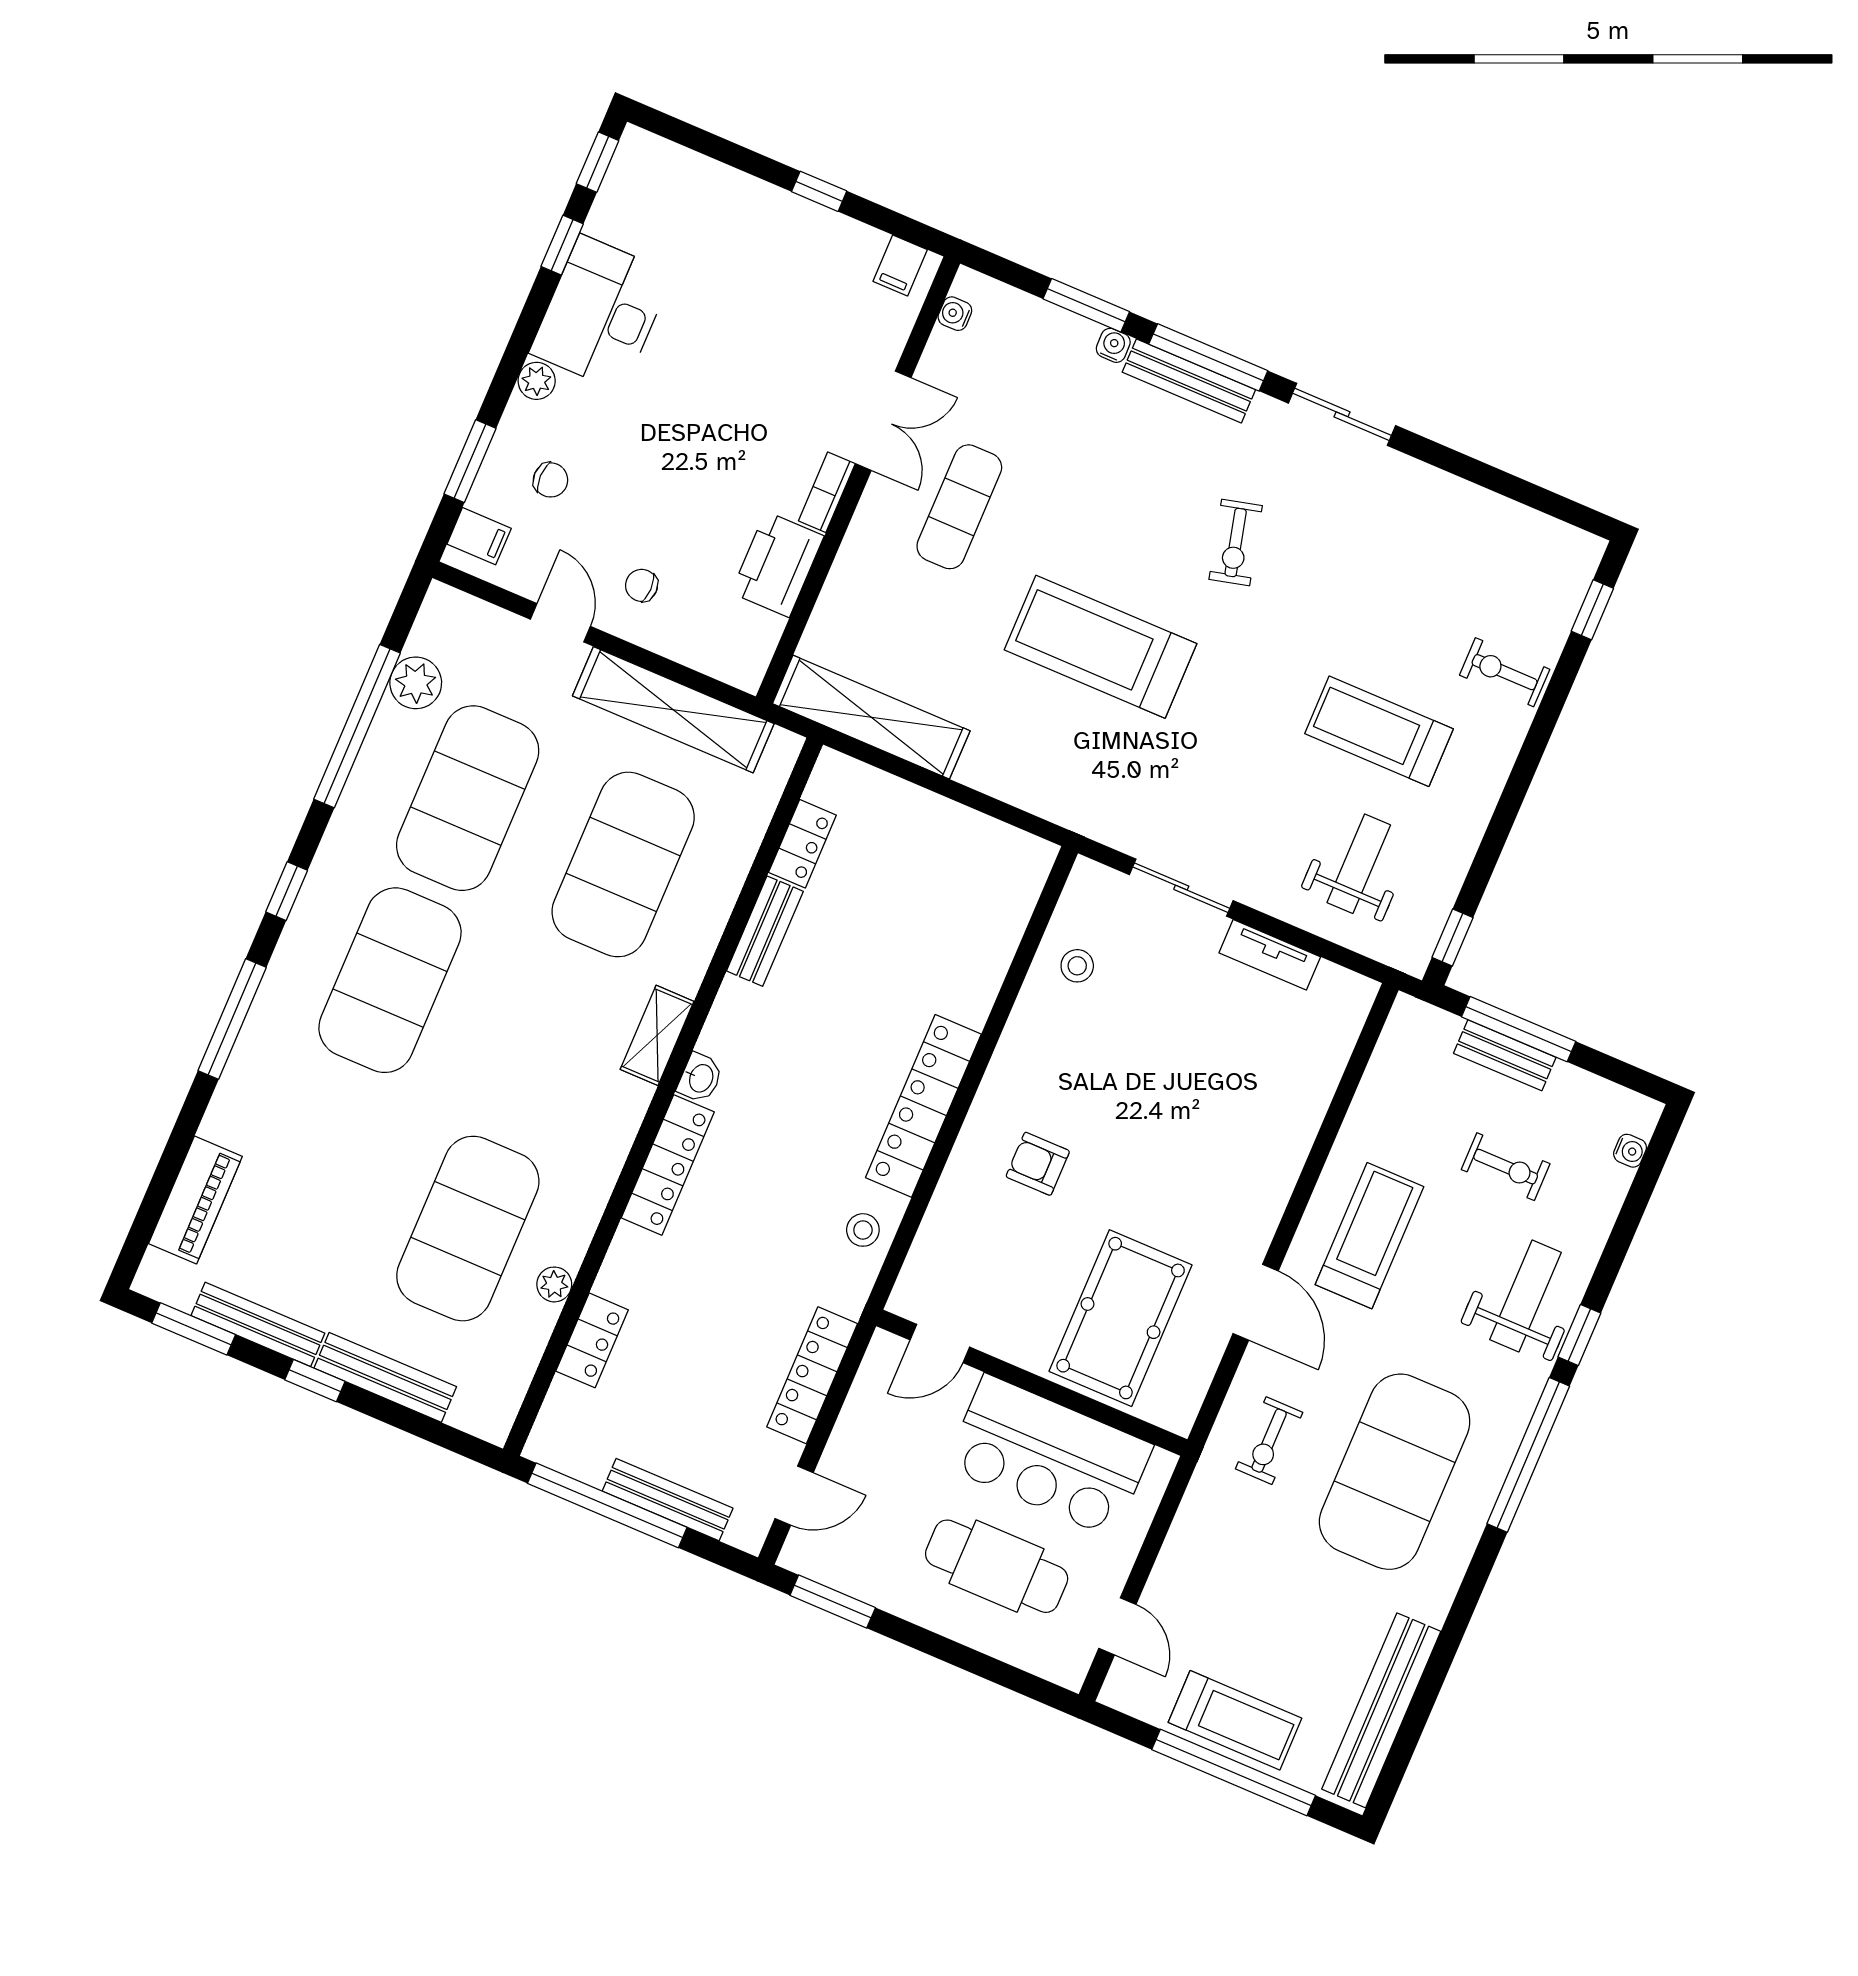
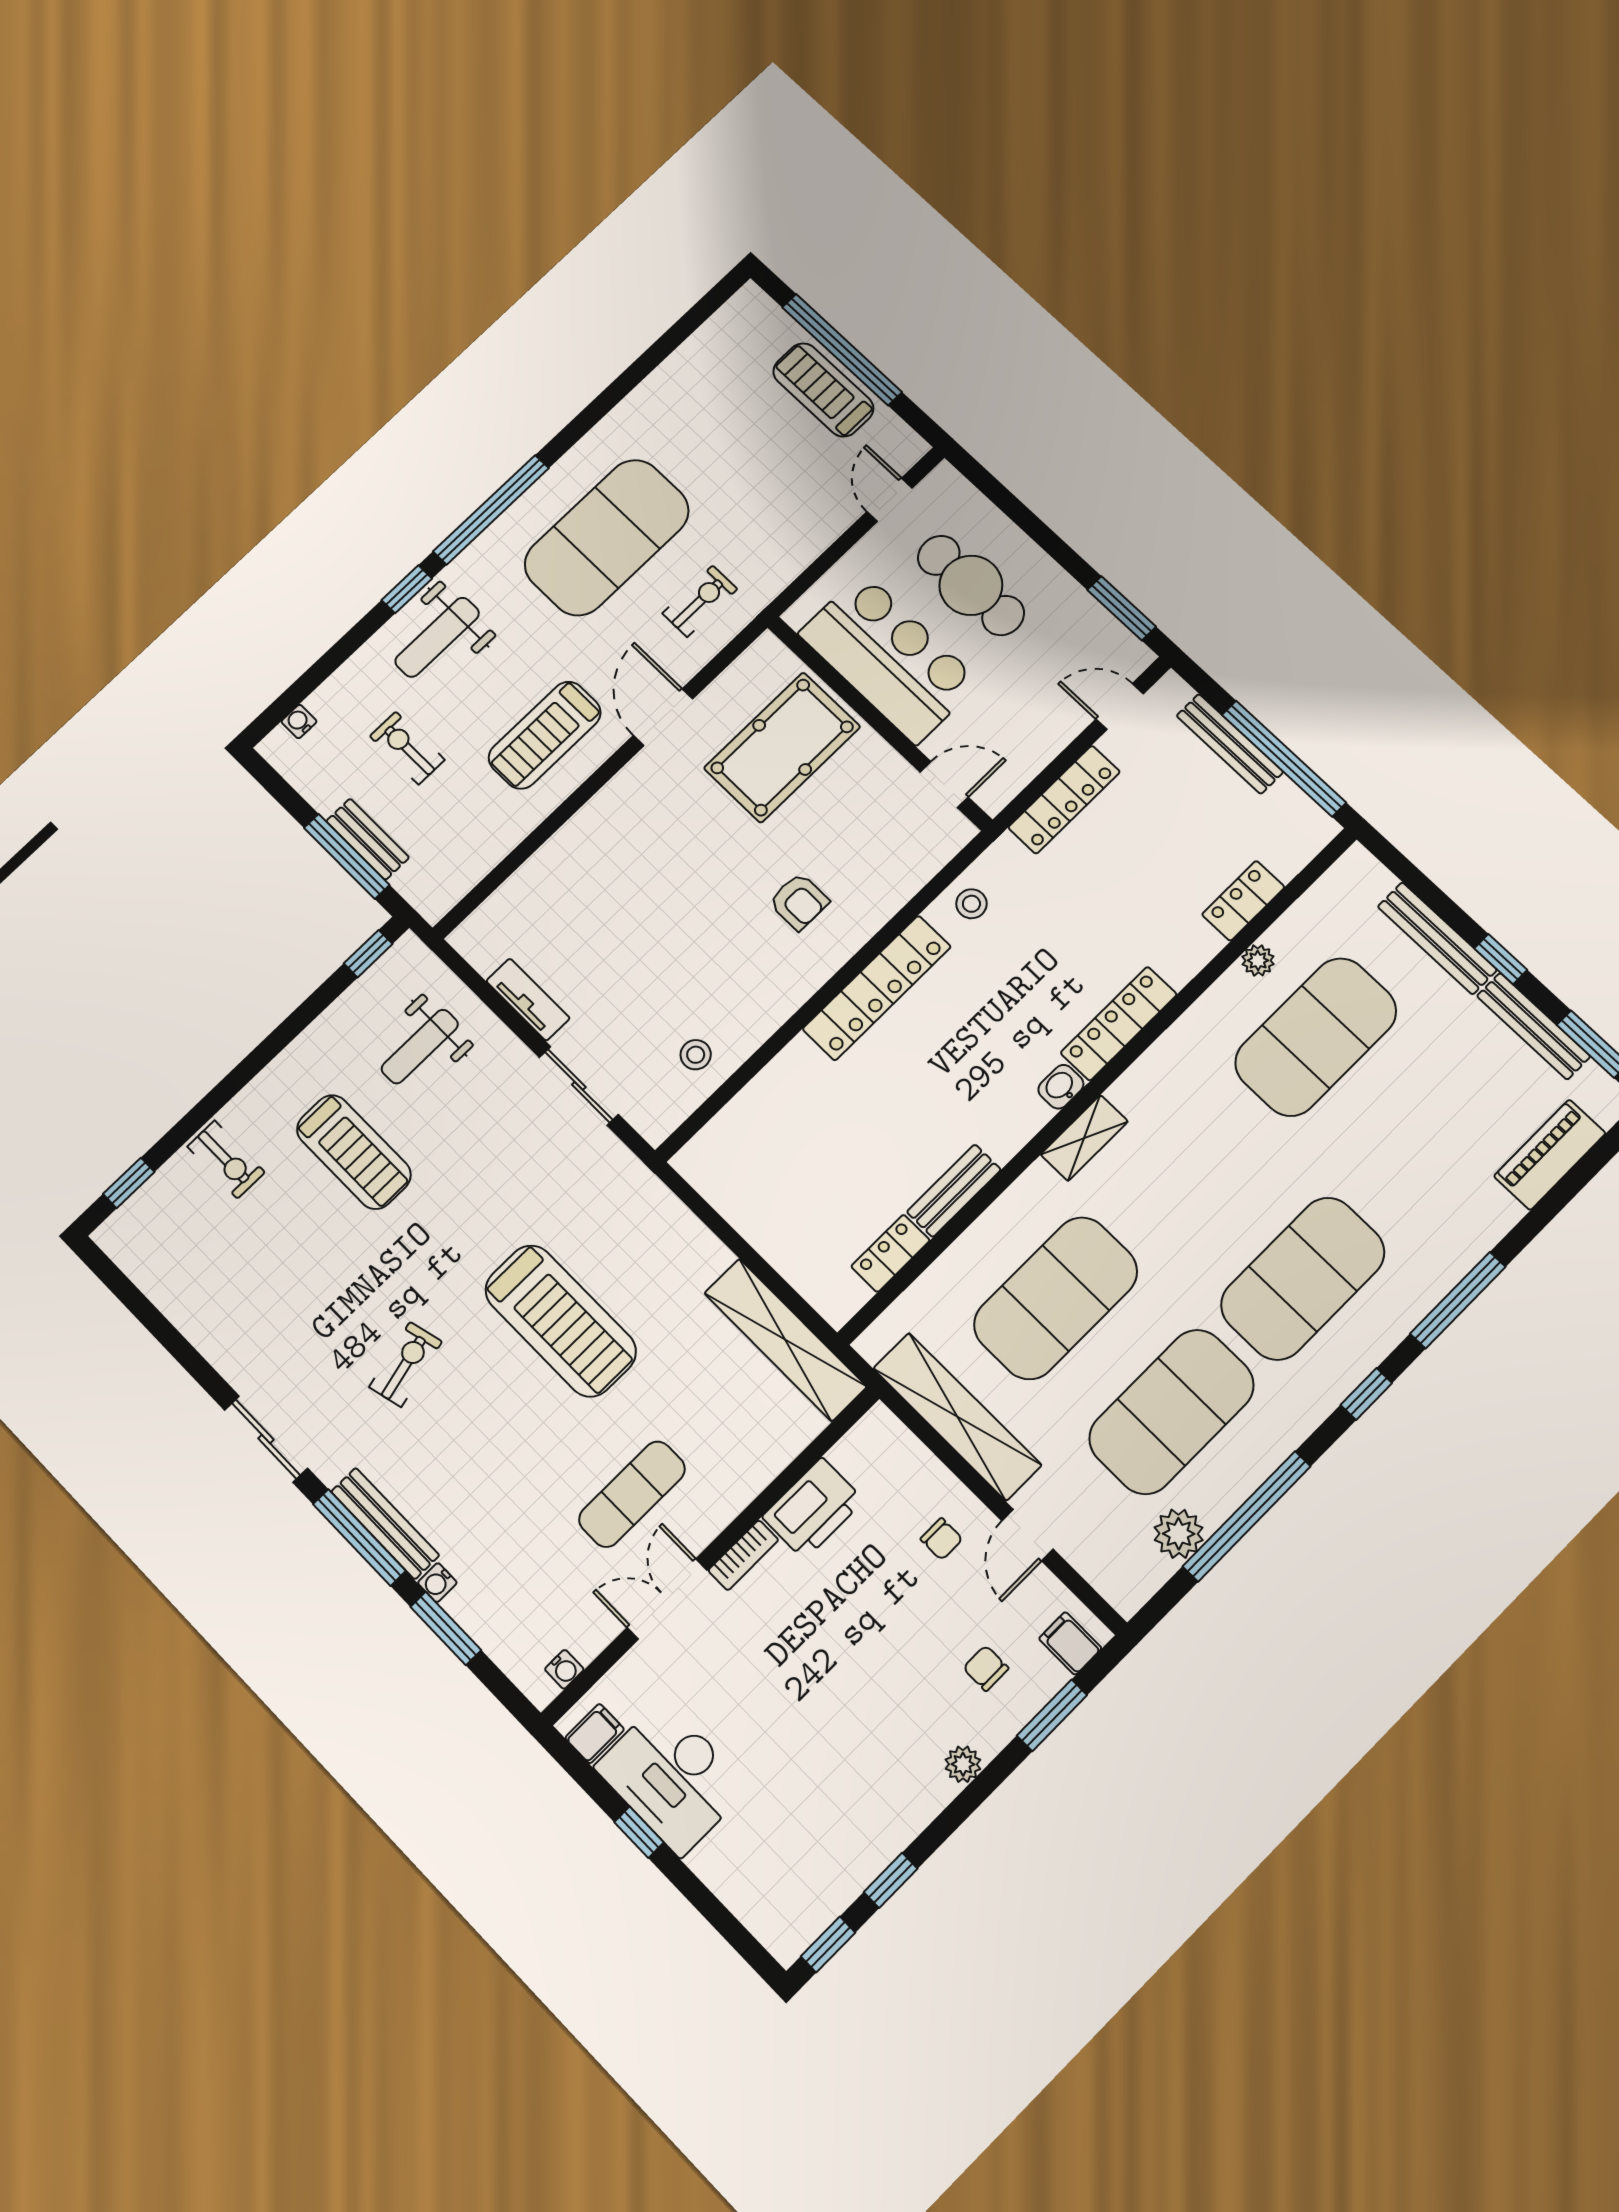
desk: (601, 313) -> (672, 1777), moved, turned 90
bench: (1381, 1710) -> (700, 354), removed

